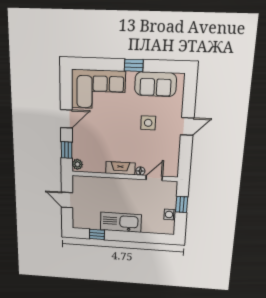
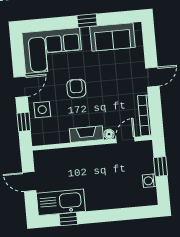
side table: (148, 123) -> (42, 110), moved
armchair: (116, 127) -> (76, 88), added
bookcase: (175, 160) -> (145, 115), added
plant: (77, 164) -> (38, 137), removed
kitchen sink: (121, 222) -> (61, 202), moved

